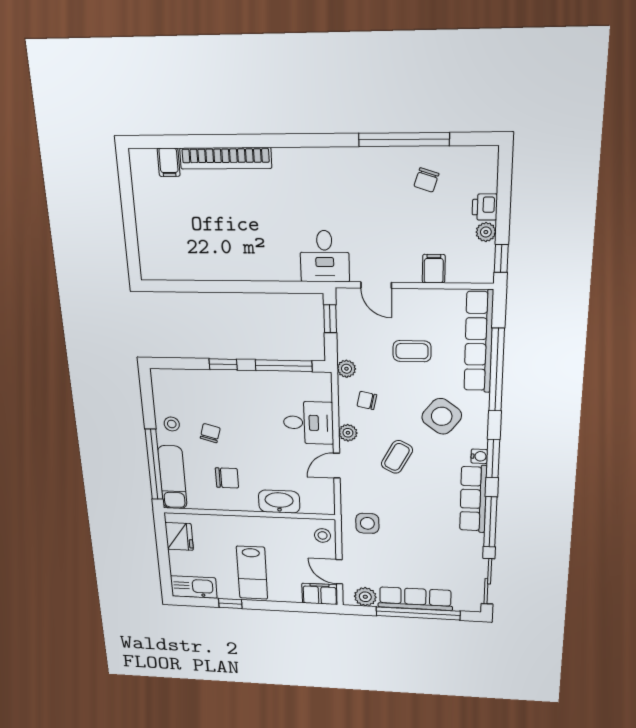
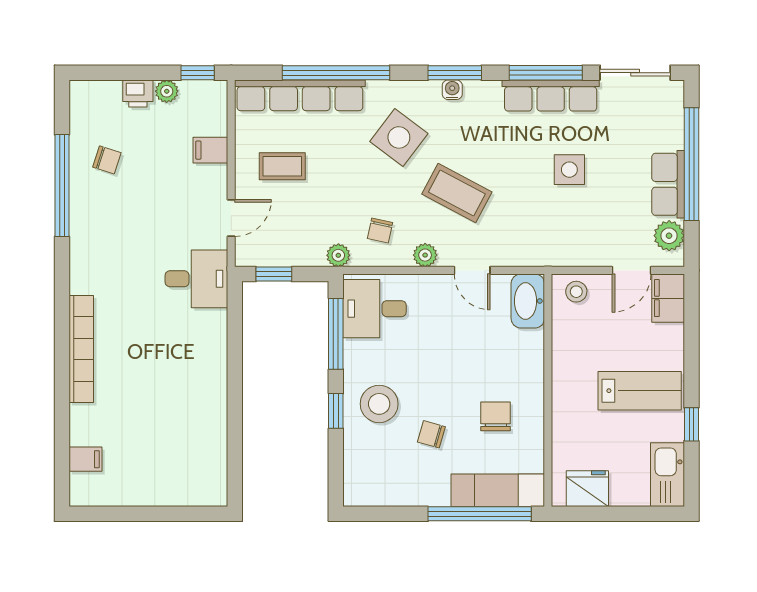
bookcase: (226, 158) -> (81, 349), moved
coffee table: (412, 351) -> (282, 166), moved, turned 90
desk: (308, 423) -> (375, 309), moved, turned -90
stool: (172, 424) -> (379, 404), moved, width x1.89, depth x1.89
coffee table: (397, 457) -> (457, 193), width x1.36, depth x1.30
row of seats: (473, 499) -> (551, 96), moved
washbasin: (279, 502) -> (528, 301), moved
side table: (367, 523) -> (569, 170), moved
row of seats: (415, 599) -> (668, 184), width x0.68

